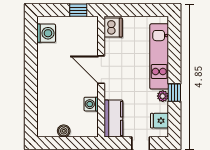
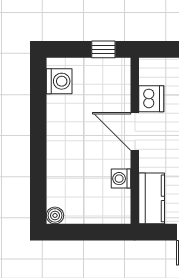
dishwasher: (113, 28) -> (151, 99), moved
boiler: (64, 131) -> (55, 215), moved

